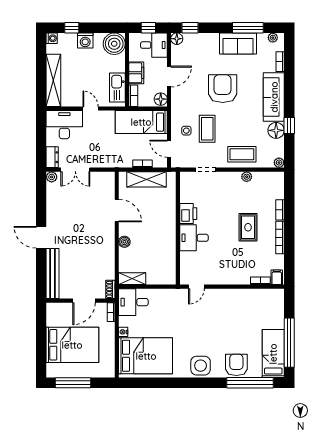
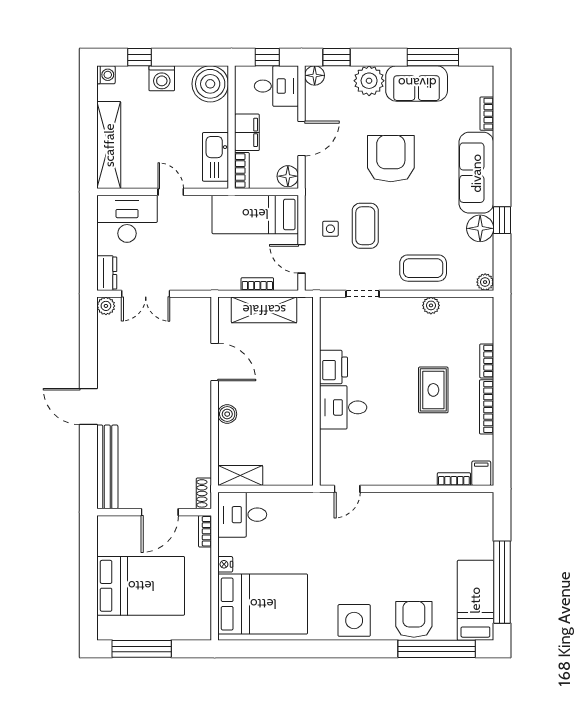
plant: (273, 38) -> (369, 81), moved, width x1.88, depth x1.88

